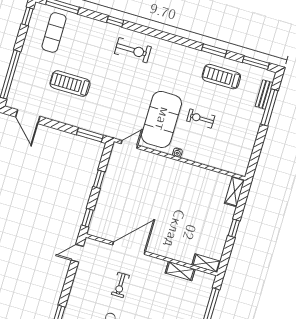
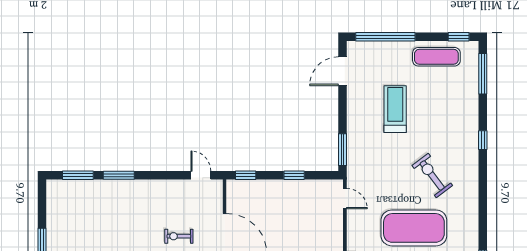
exercise mat: (54, 32) -> (436, 57), moved
exercise bike: (133, 50) -> (432, 175), moved, turned 143
exercise mat: (162, 119) -> (414, 228), moved

